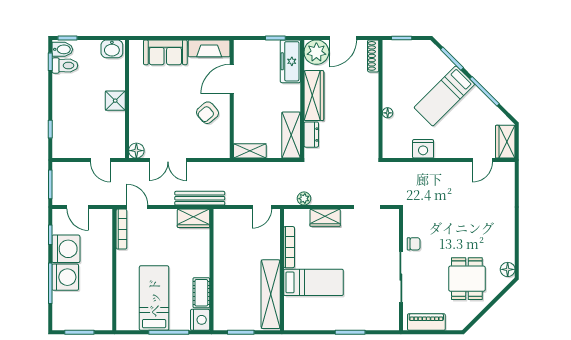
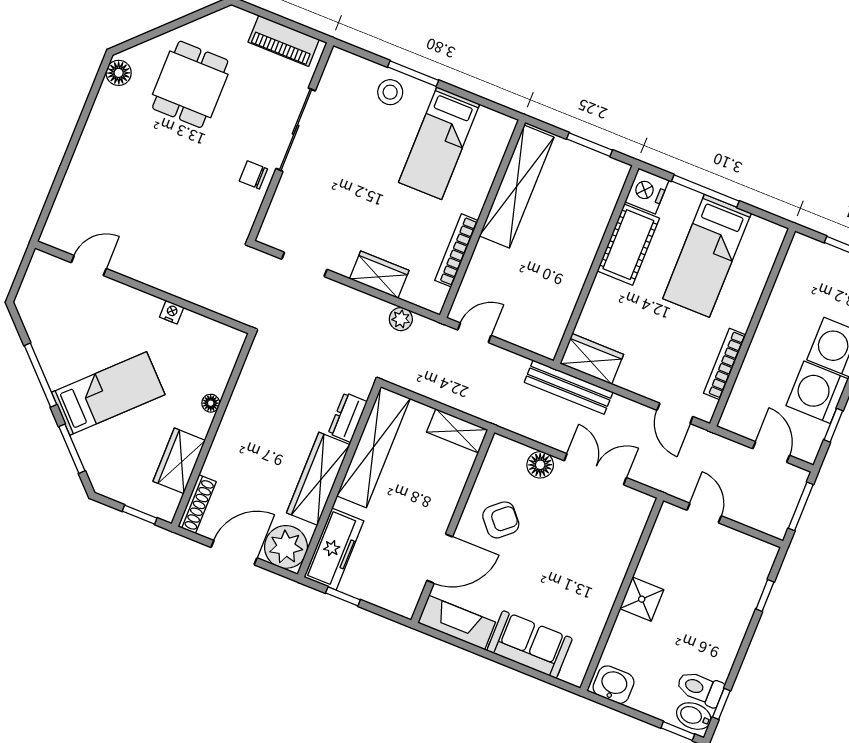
shelving: (291, 135) -> (373, 447), width x1.47
wardrobe: (505, 142) -> (179, 461), moved, turned 180
nightstand: (423, 149) -> (172, 312), width x0.53, depth x0.56
floor lamp: (136, 151) -> (540, 465), moved
bookcase: (121, 229) -> (725, 364), moved
bed: (313, 282) -> (439, 143), moved, turned -90
cot: (201, 293) -> (628, 245), width x1.37, depth x1.34
stool: (358, 317) -> (390, 92), added

